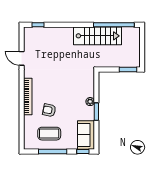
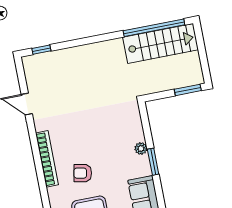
stairs: (97, 36) -> (161, 44), moved

